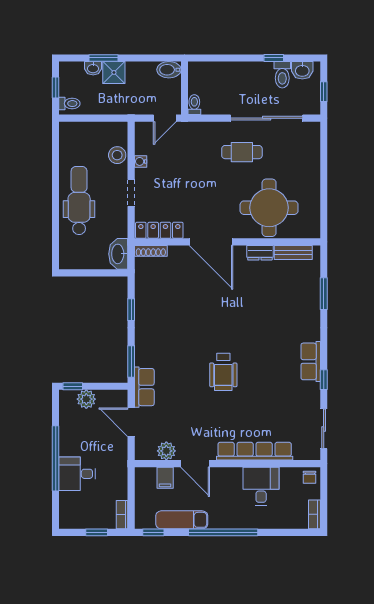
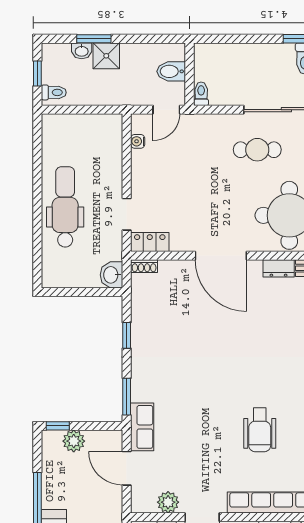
bidet: (169, 70) -> (171, 71), moved
stool: (117, 155) -> (110, 153), removed
water cooler: (141, 161) -> (138, 141), moved
doorway: (131, 193) -> (127, 214), moved
locker: (159, 230) -> (150, 242), width x0.66
shoe rack: (151, 251) -> (144, 266), width x0.70
washbasin: (118, 254) -> (111, 275), width x0.72
wheelchair: (223, 372) -> (260, 430), moved

